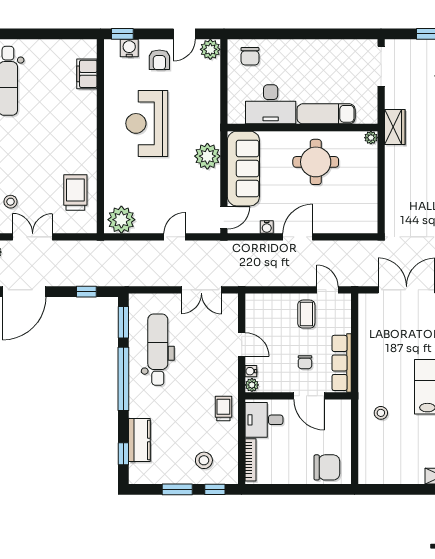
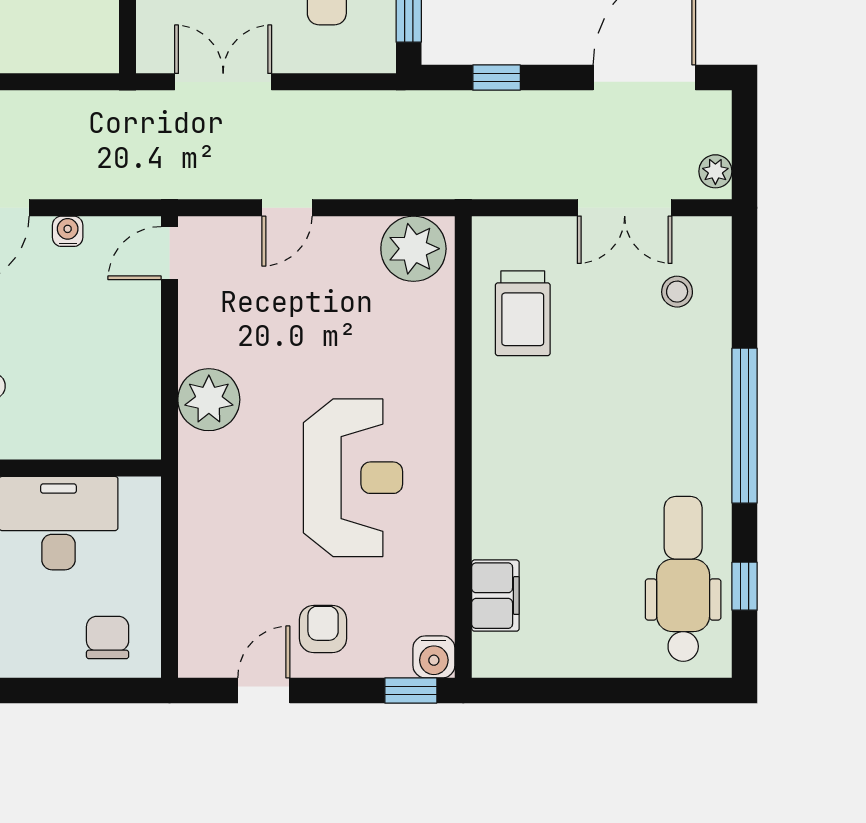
water cooler: (129, 48) -> (434, 657), moved
plant: (210, 49) -> (202, 654), removed
sofa: (243, 169) -> (123, 370), removed

